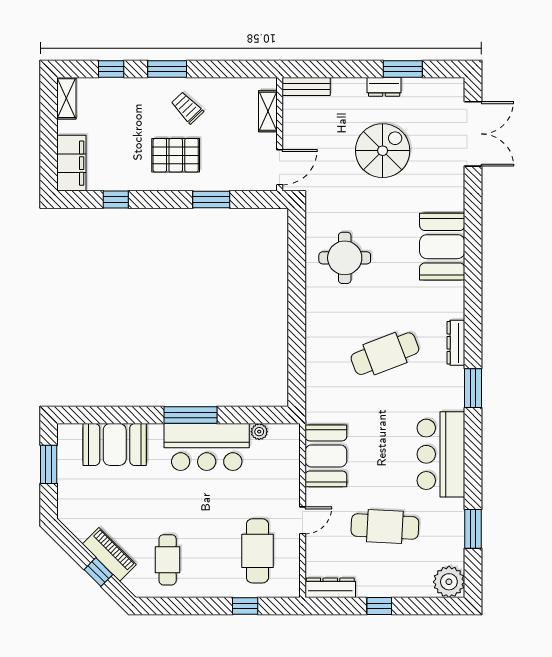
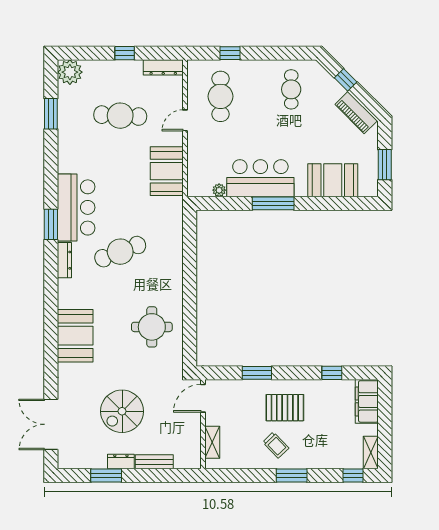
window: (111, 69) -> (353, 476), moved
bench: (306, 86) -> (154, 462), moved
bar counter: (441, 454) -> (76, 207), moved
piano: (109, 554) -> (356, 113), moved

